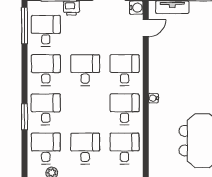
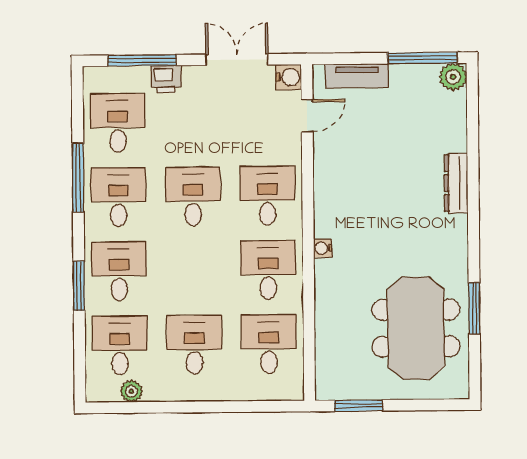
window: (25, 26) -> (78, 178), moved

